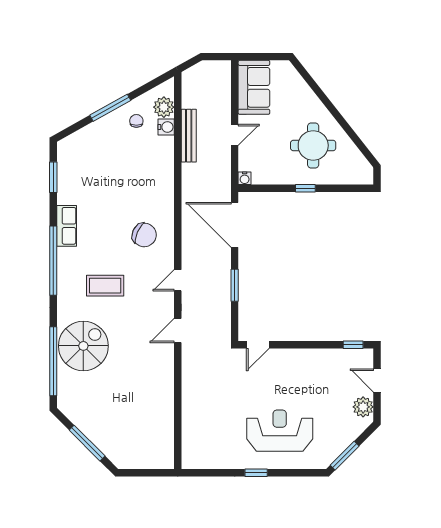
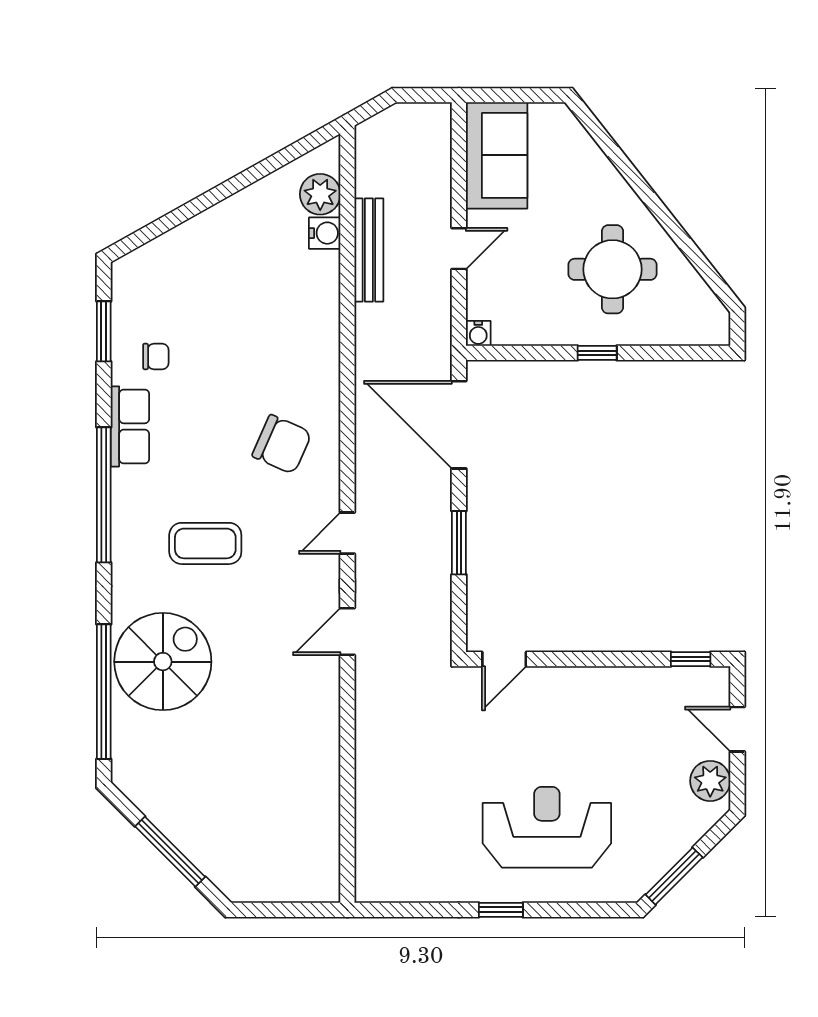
window: (110, 108) -> (216, 195), removed
chair: (136, 121) -> (156, 356), moved, turned 90

